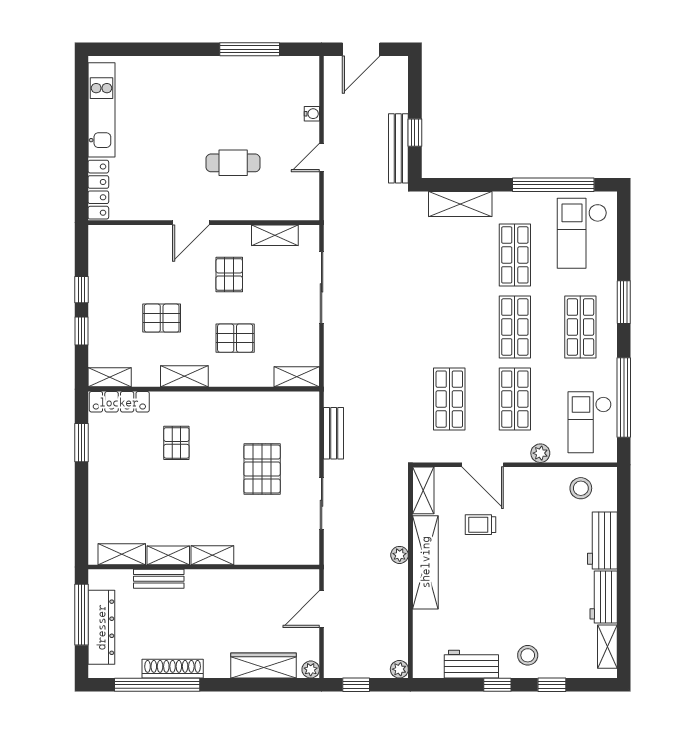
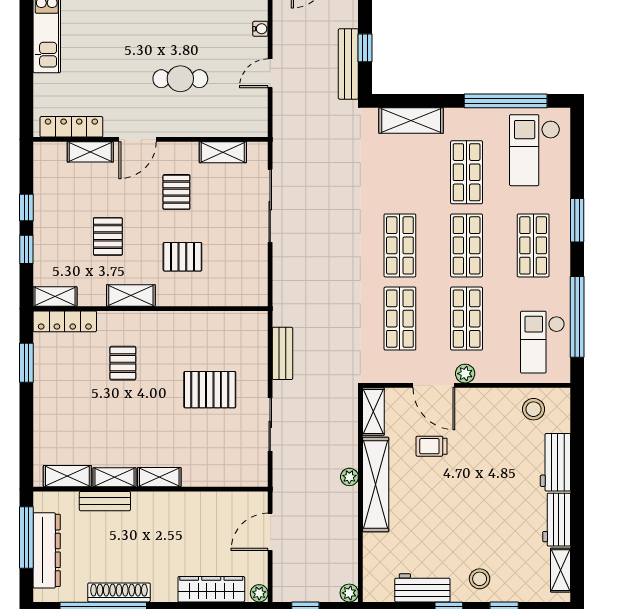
locker: (98, 190) -> (71, 127), moved, turned -90
pallet: (162, 318) -> (108, 236), turned 90
shop shelf: (449, 327) -> (400, 245), added
shelving: (297, 377) -> (90, 152), moved
plant: (540, 453) -> (465, 374), moved
pallet: (262, 469) -> (210, 390), turned 90

